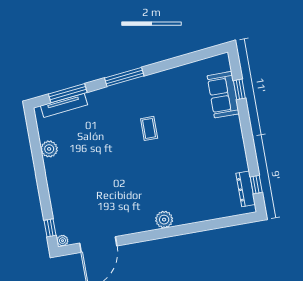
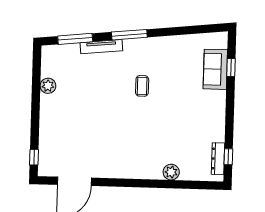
tv unit: (64, 105) -> (101, 47), moved
plant: (164, 220) -> (171, 172), moved
plant: (62, 241) -> (43, 171), removed

